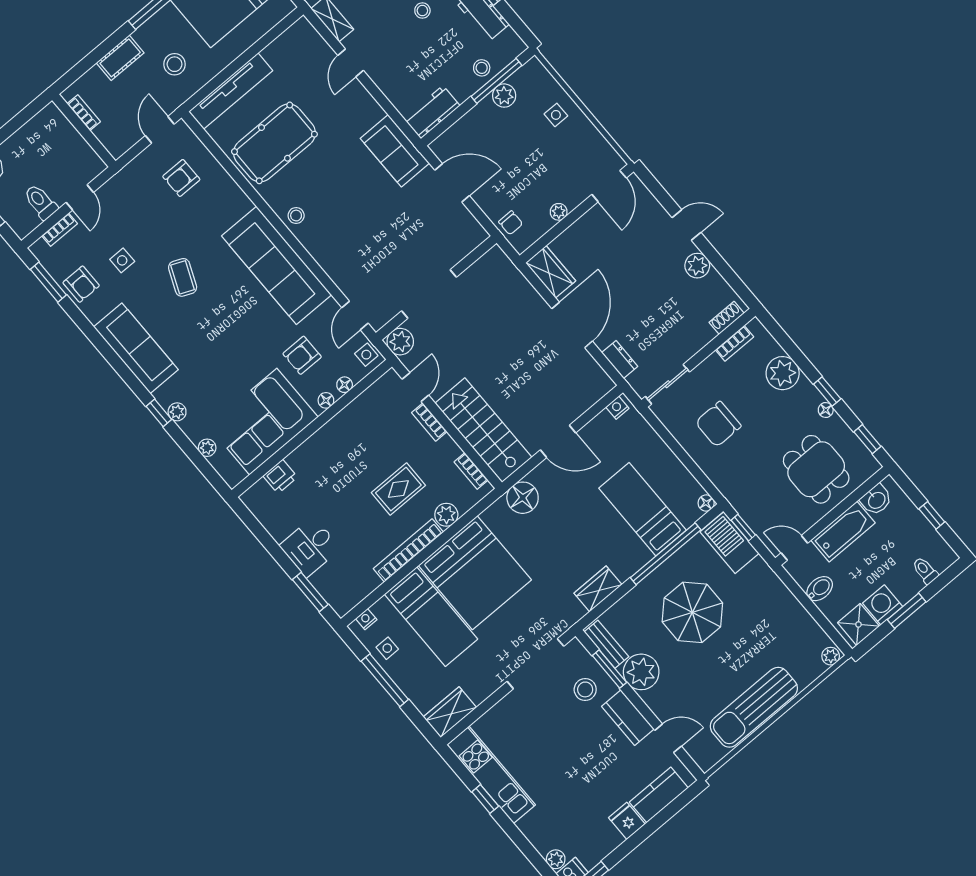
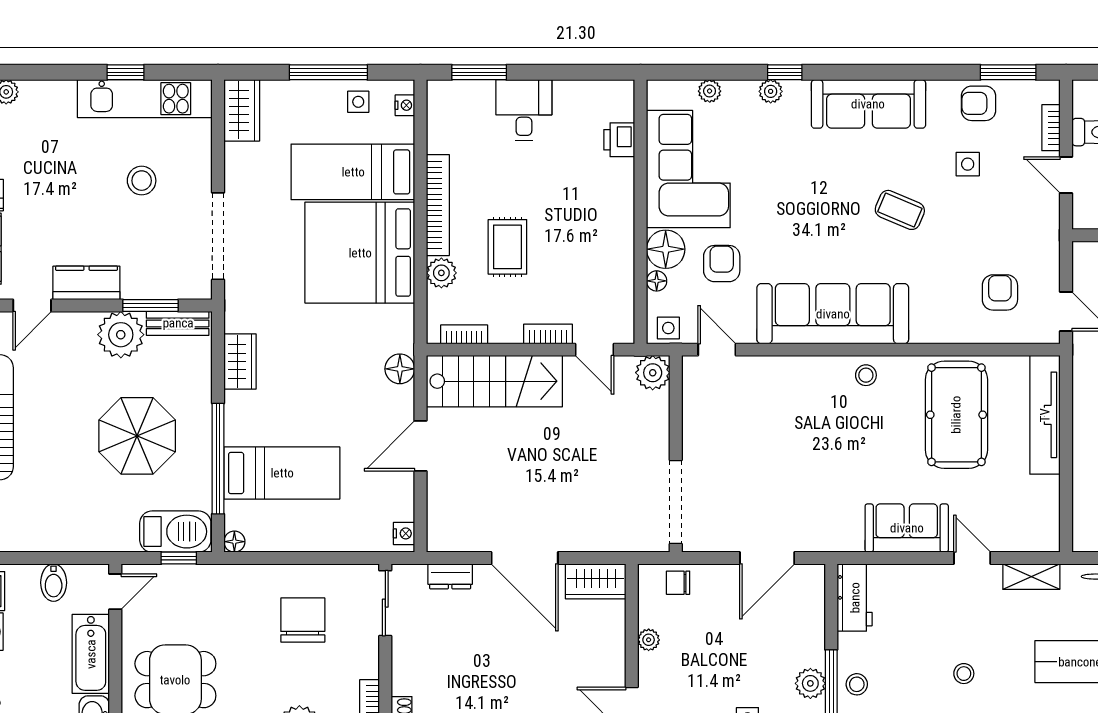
sofa: (395, 151) -> (907, 528), moved
doorway: (429, 294) -> (676, 502), moved
floor lamp: (326, 400) -> (666, 249), width x1.89, depth x1.89
floor lamp: (523, 498) -> (400, 369), width x0.73, depth x0.73
stool: (585, 689) -> (142, 181), moved

